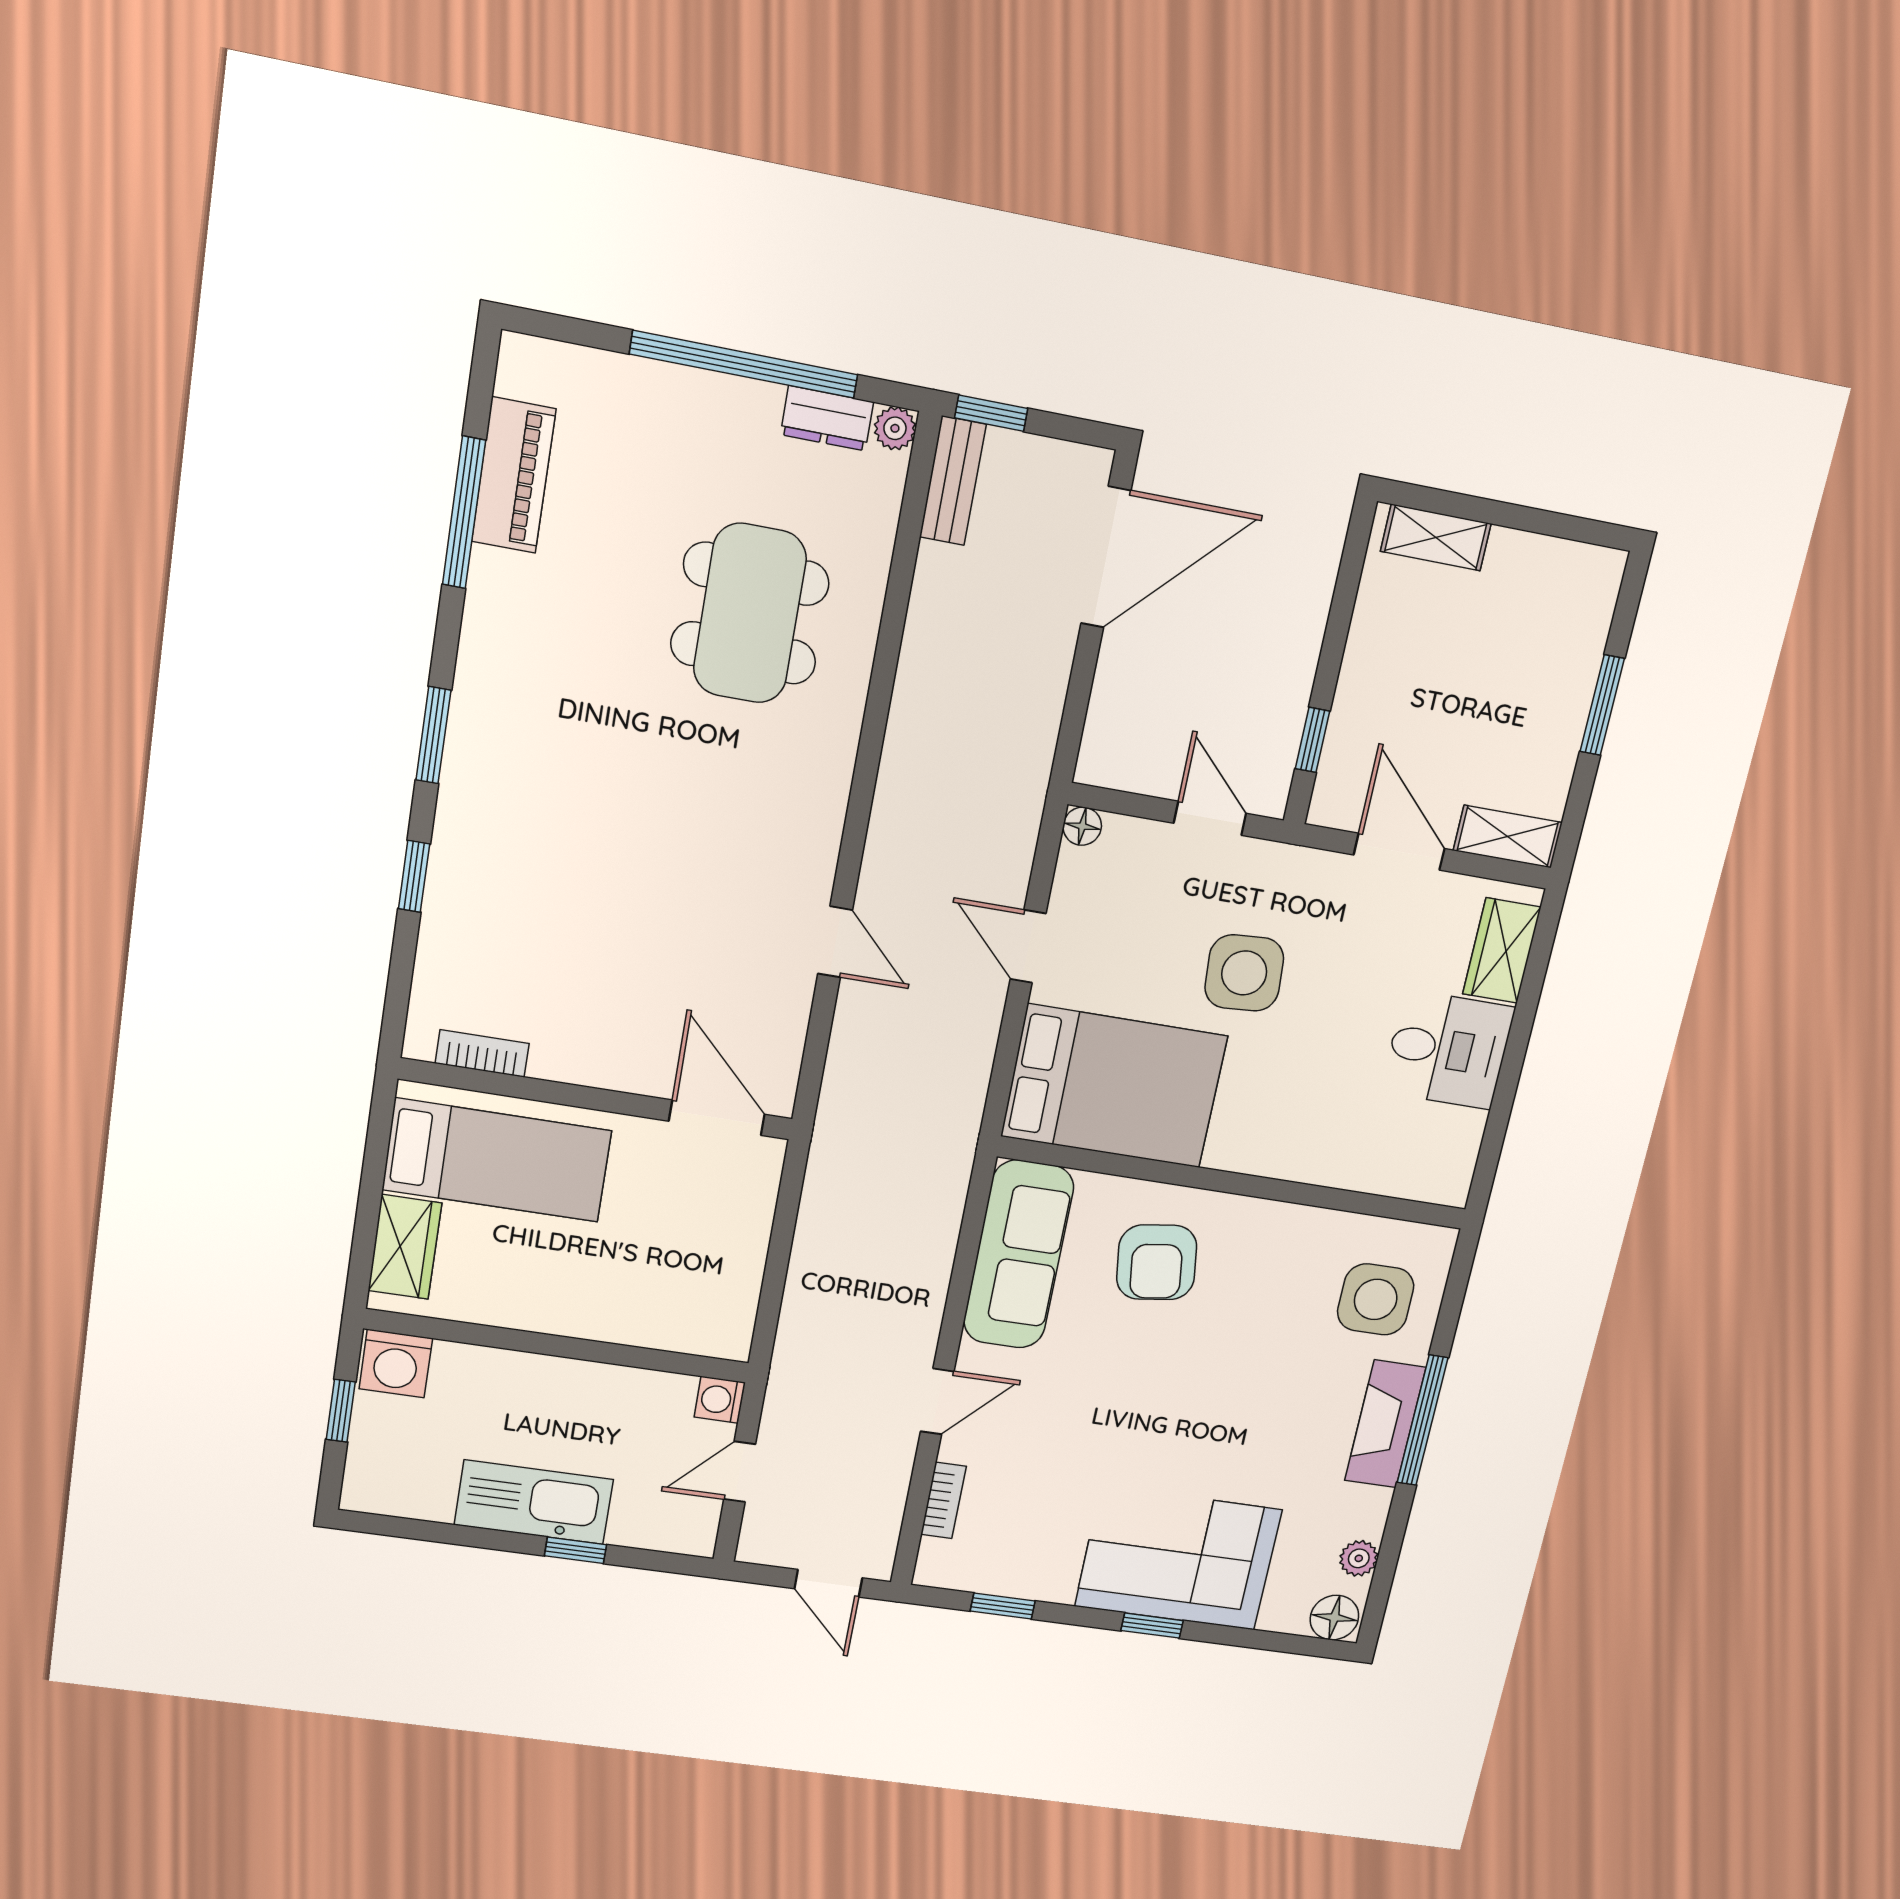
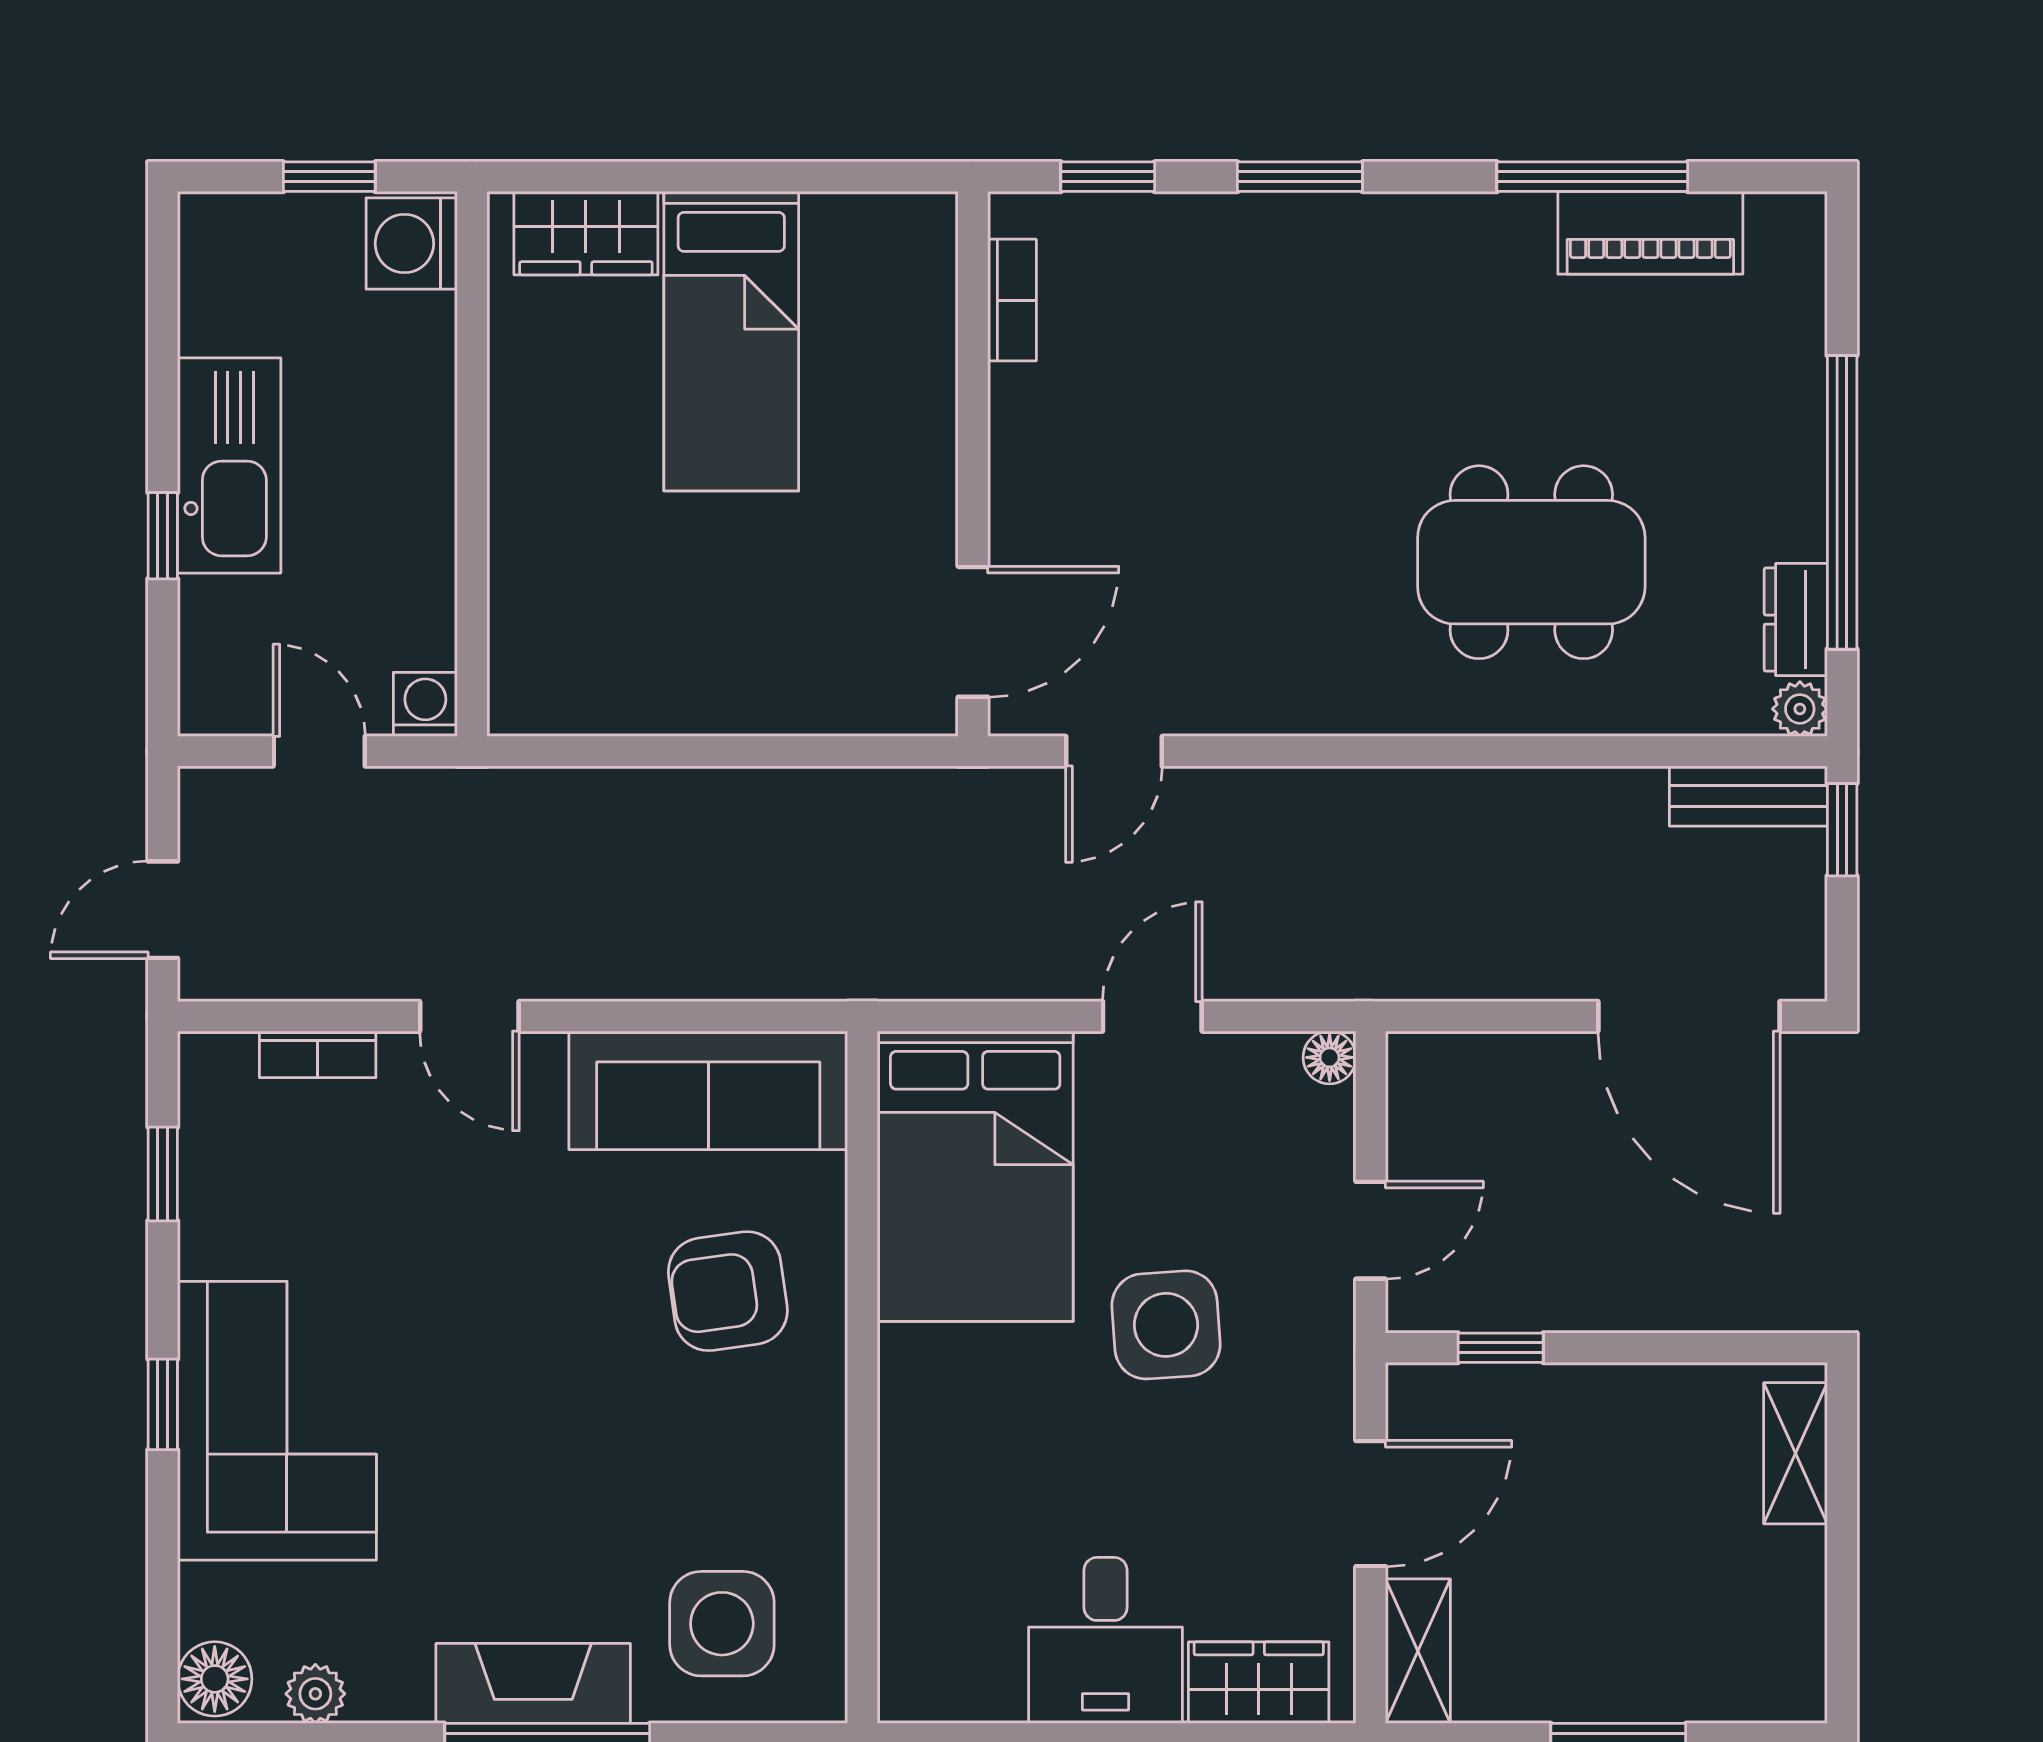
bookcase: (482, 1053) -> (1012, 300), moved
wall: (597, 1099) -> (973, 464), moved
door: (717, 1118) -> (973, 632), moved

